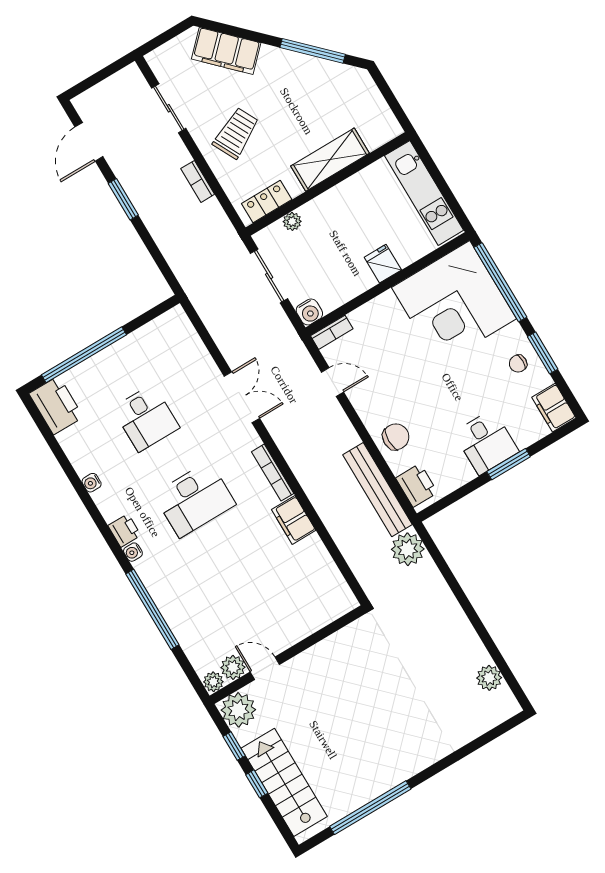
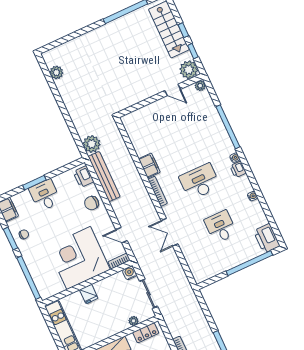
corner desk: (454, 303) -> (79, 258), moved, turned -90
plant: (233, 667) -> (189, 92), removed

